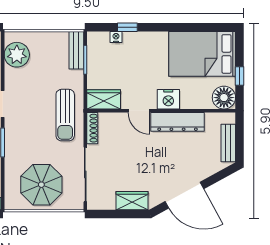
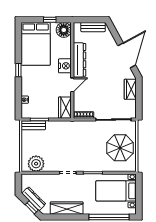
window: (127, 27) -> (18, 70), moved
sun lounger: (65, 115) -> (75, 132), removed

